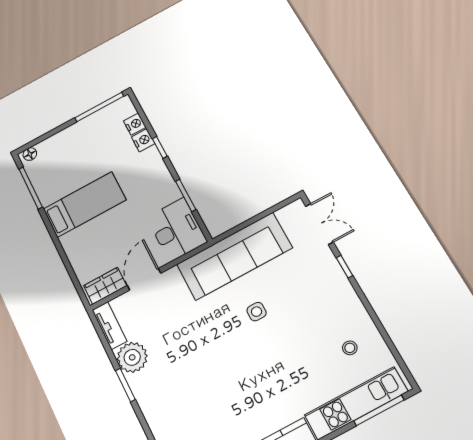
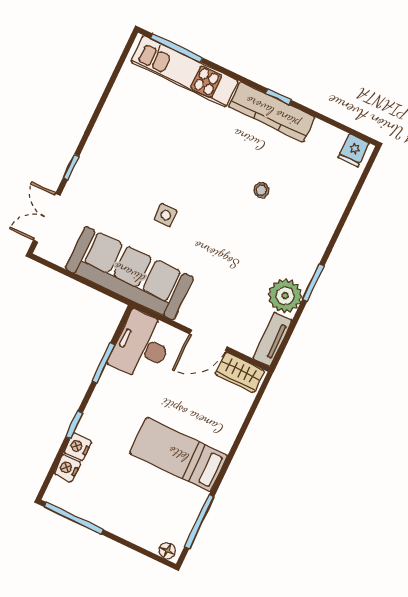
stool: (350, 348) -> (261, 190), moved

